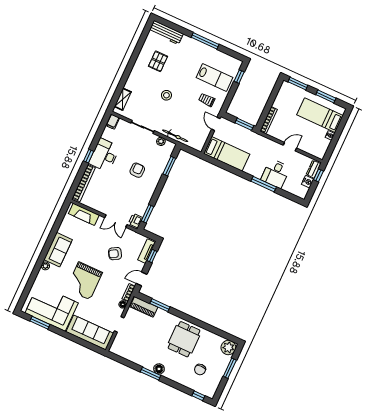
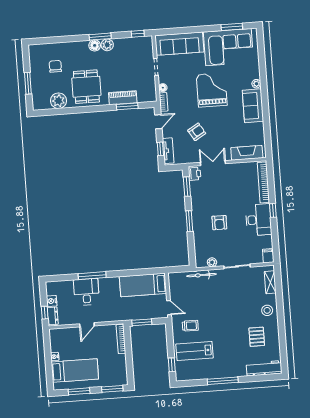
stool: (166, 95) -> (267, 310), moved
window: (169, 166) -> (189, 221), moved
piano: (144, 307) -> (123, 98), moved
plant: (228, 348) -> (58, 101), moved
plant: (149, 364) -> (107, 45), added
window: (198, 396) -> (138, 34), moved

